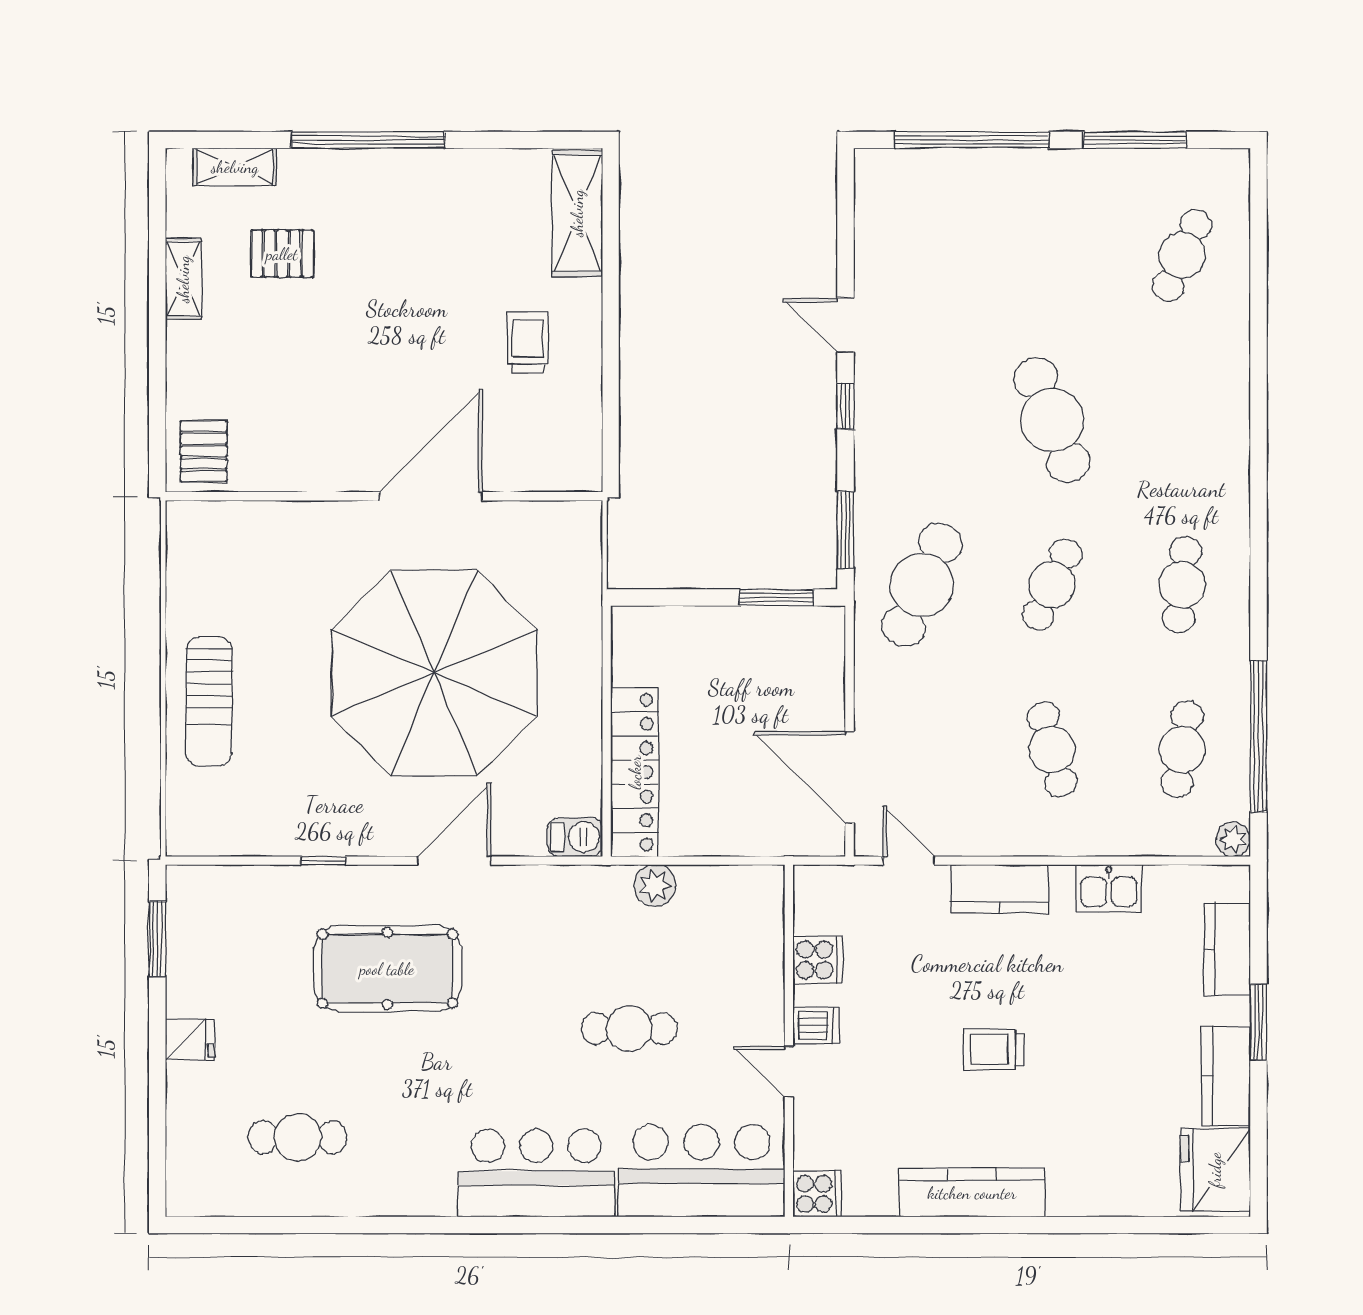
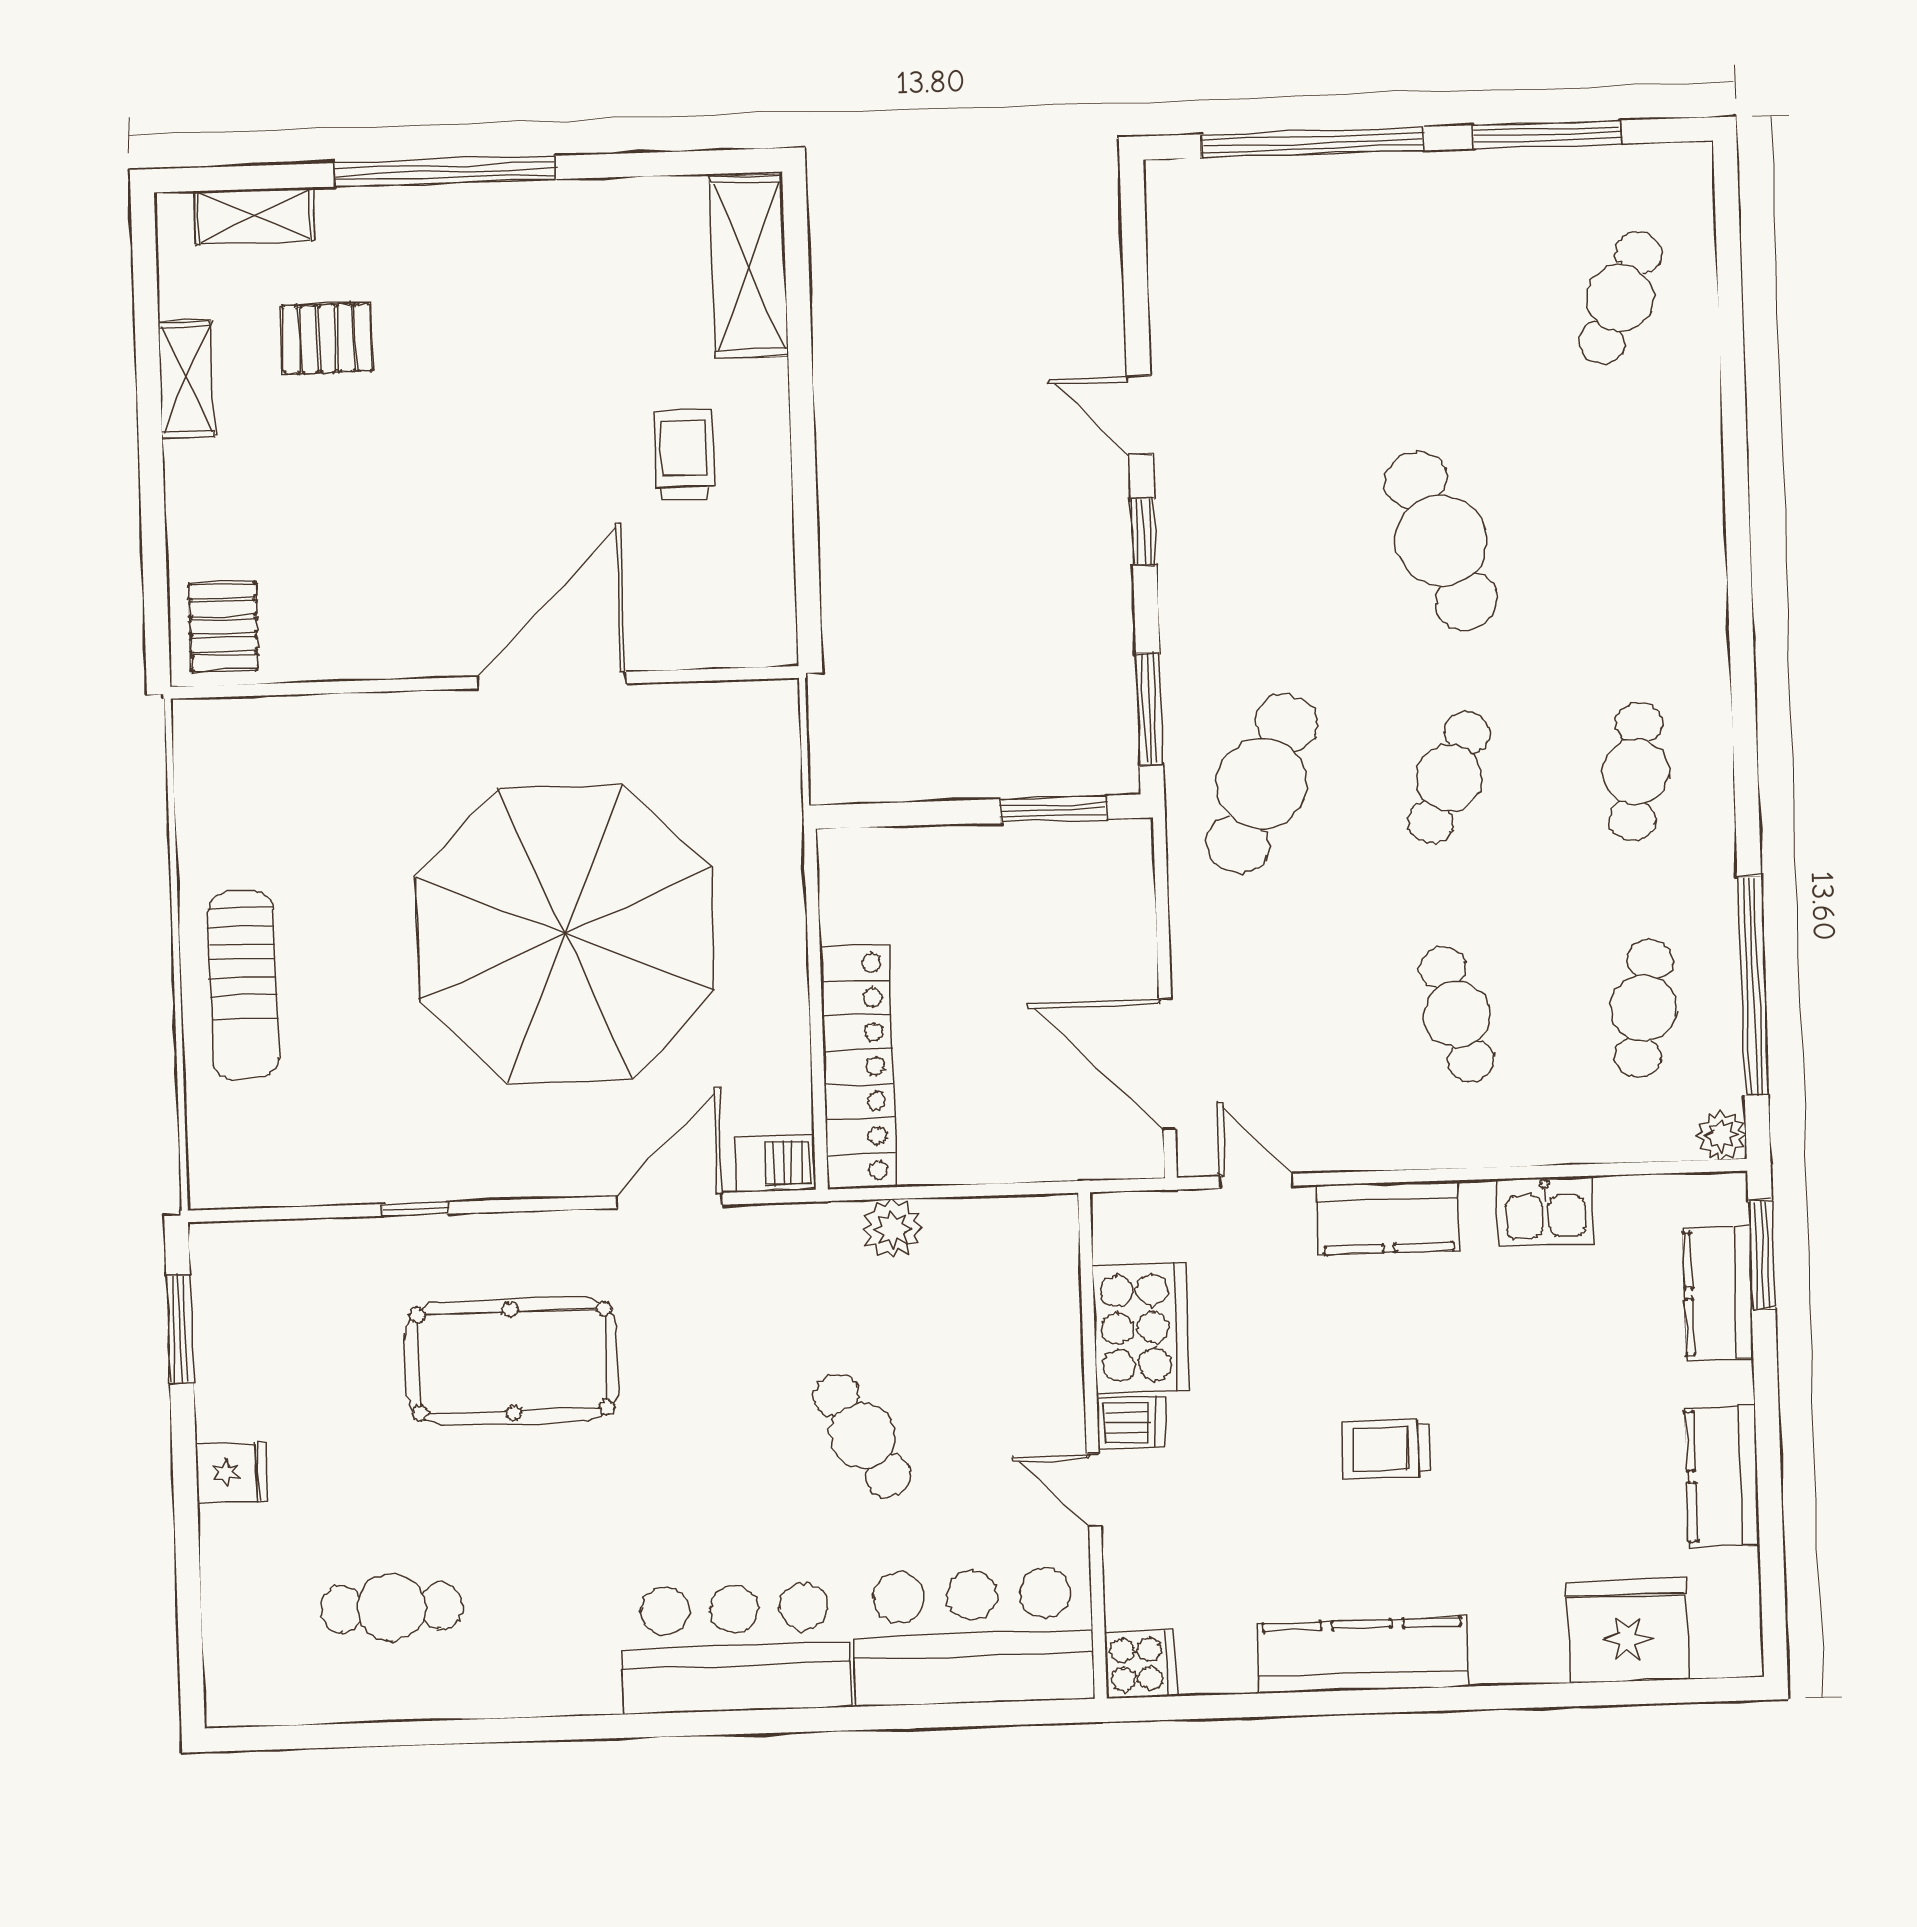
door: (454, 861) -> (670, 1200), moved
cooker: (818, 960) -> (1141, 1328), width x1.87, depth x1.31
window: (1258, 1022) -> (1762, 1255), moved
cafe table: (629, 1029) -> (862, 1436), turned 59
fridge: (1215, 1170) -> (1627, 1631), moved, turned 90

